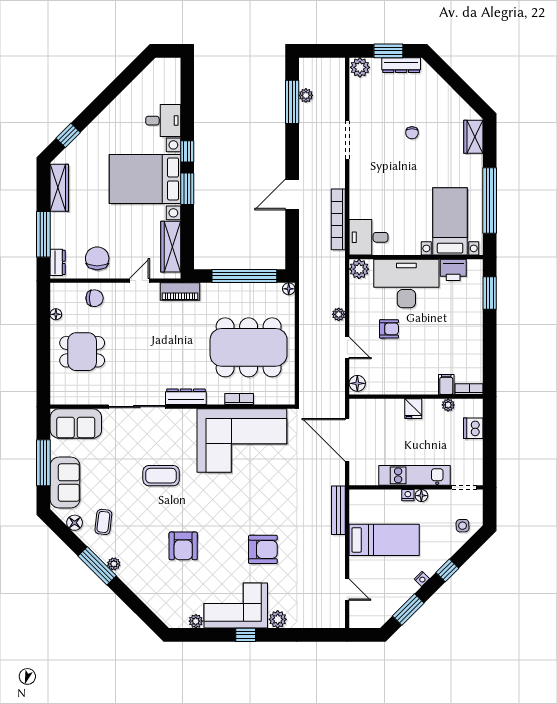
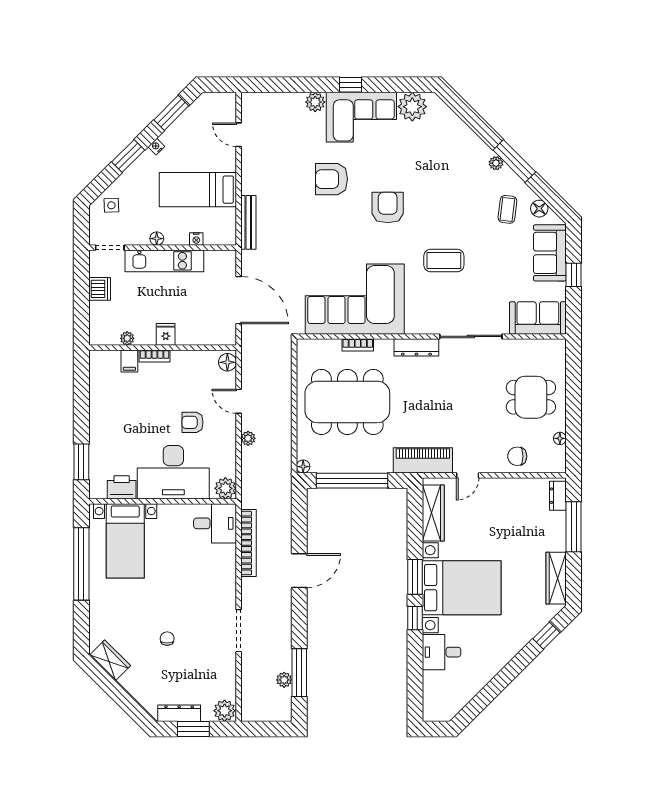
wardrobe: (473, 137) -> (110, 660), moved, turned -45
chair: (97, 258) -> (514, 500), removed
piano: (180, 291) -> (423, 460), width x1.37, depth x1.33
bookcase: (469, 389) -> (155, 356), moved
dishwasher: (473, 428) -> (100, 289), moved
window: (43, 463) -> (574, 275), width x0.46
nightstand: (408, 495) -> (196, 239), moved
armchair: (183, 546) -> (388, 208), moved
window: (447, 570) -> (128, 156), width x1.50
plant: (196, 621) -> (412, 107), width x1.88, depth x1.88

